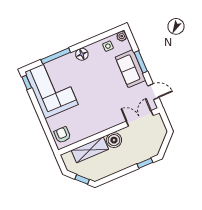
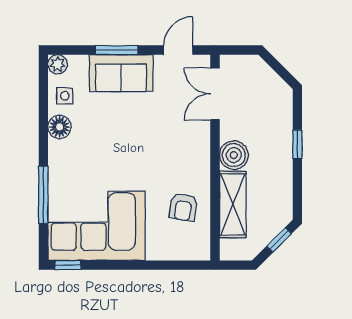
floor lamp: (82, 54) -> (60, 127), moved
armchair: (62, 135) -> (183, 207), moved, turned -81
window: (145, 163) -> (297, 144), moved

